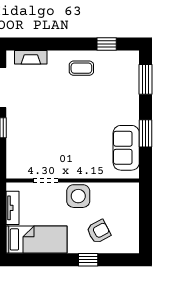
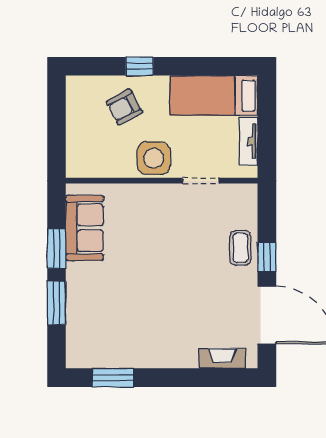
window: (107, 44) -> (113, 378), width x1.50
coffee table: (81, 68) -> (240, 248), moved, turned 90
window: (146, 79) -> (56, 303), moved

